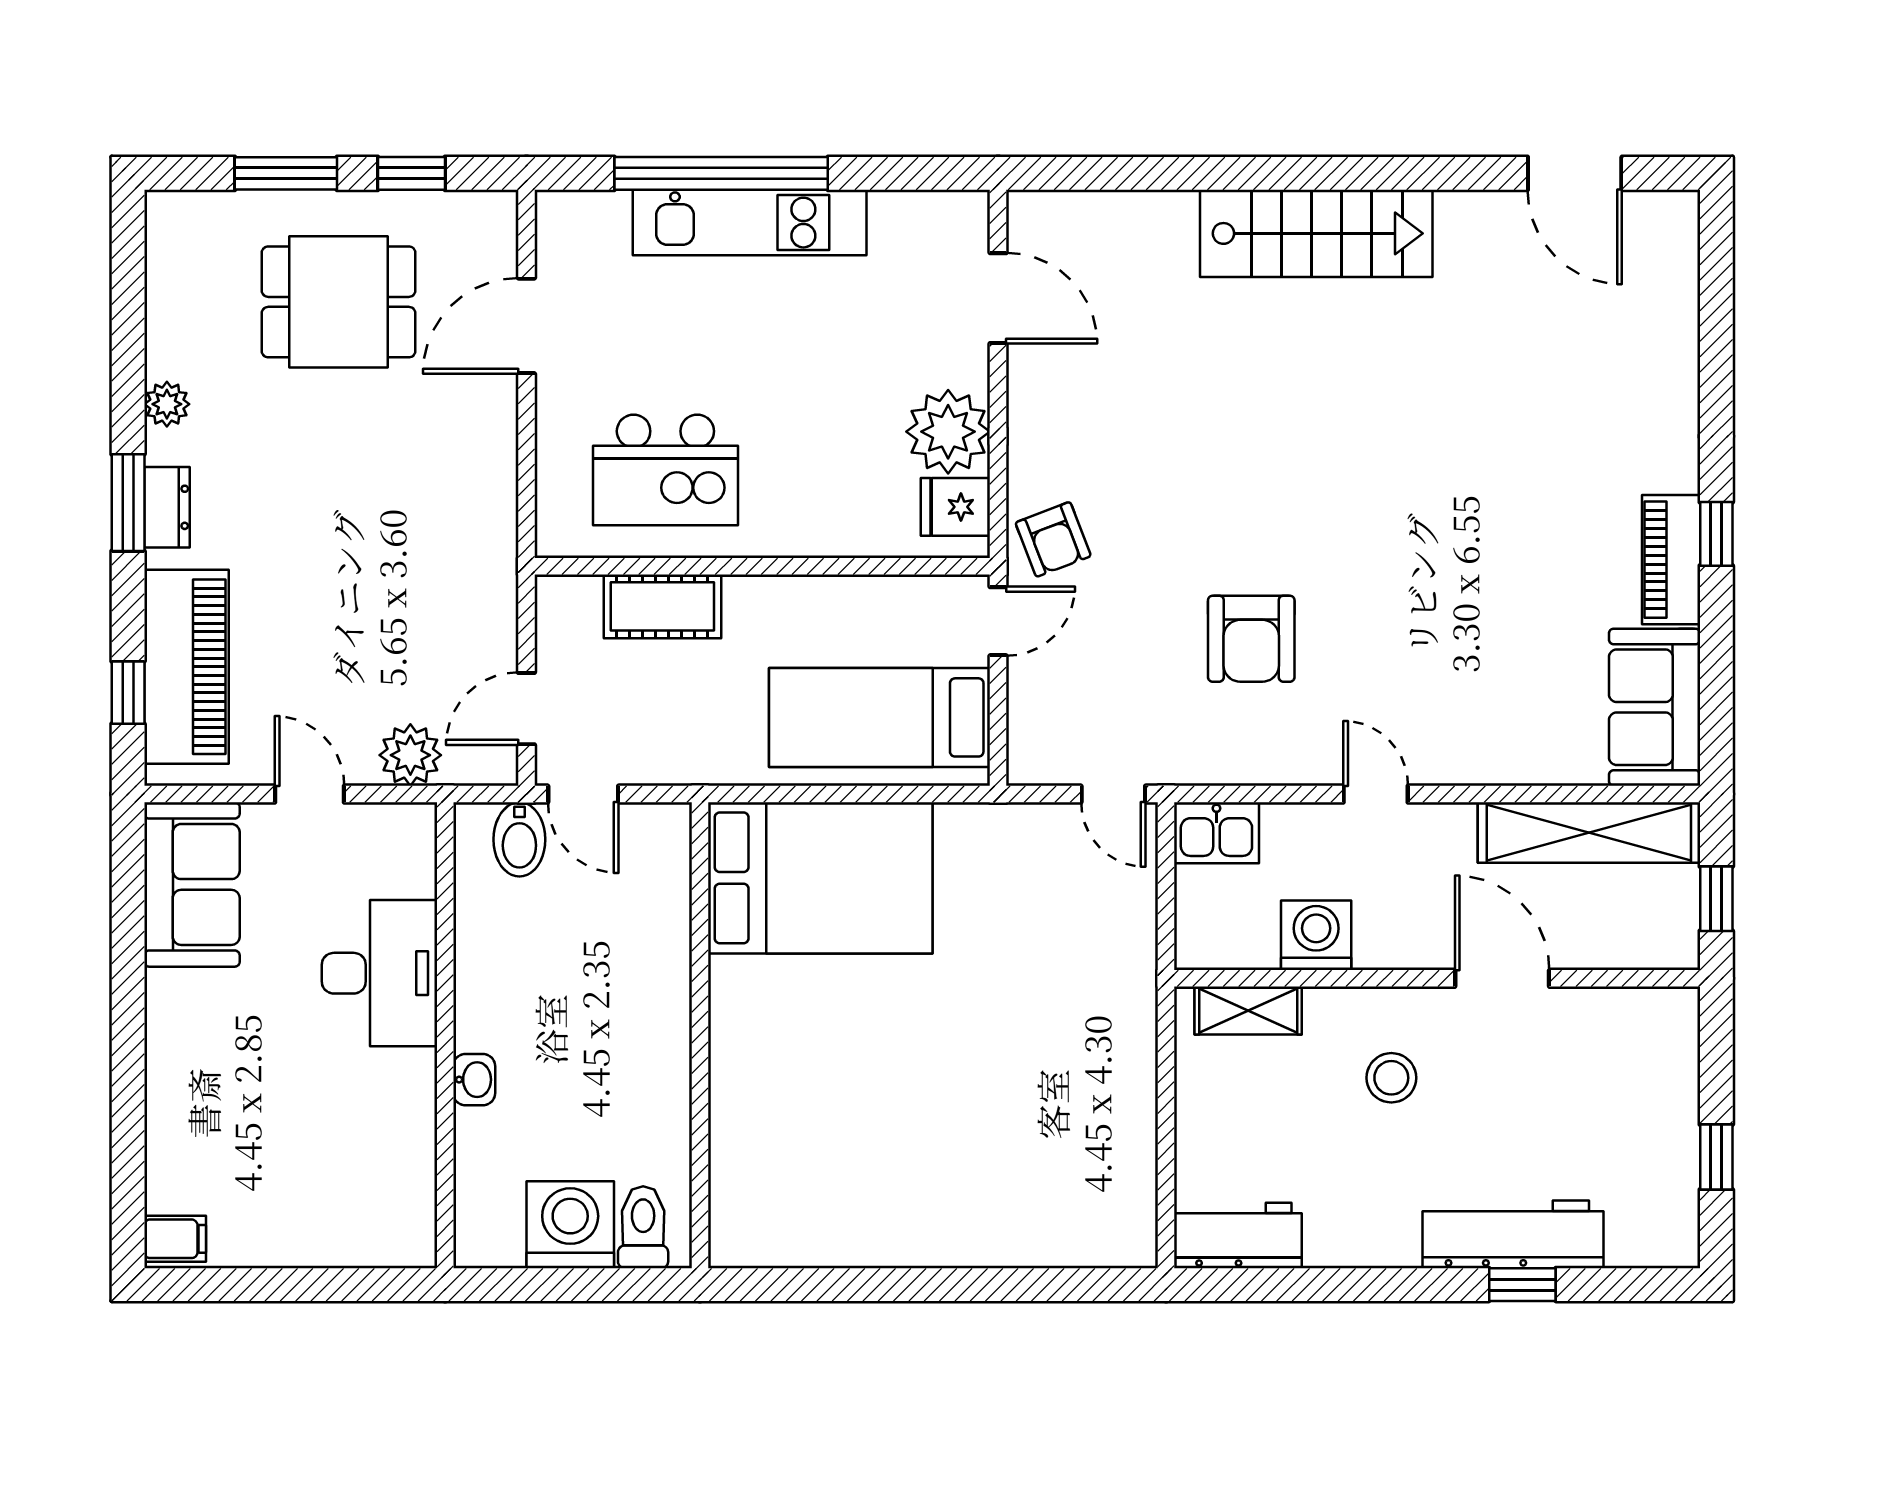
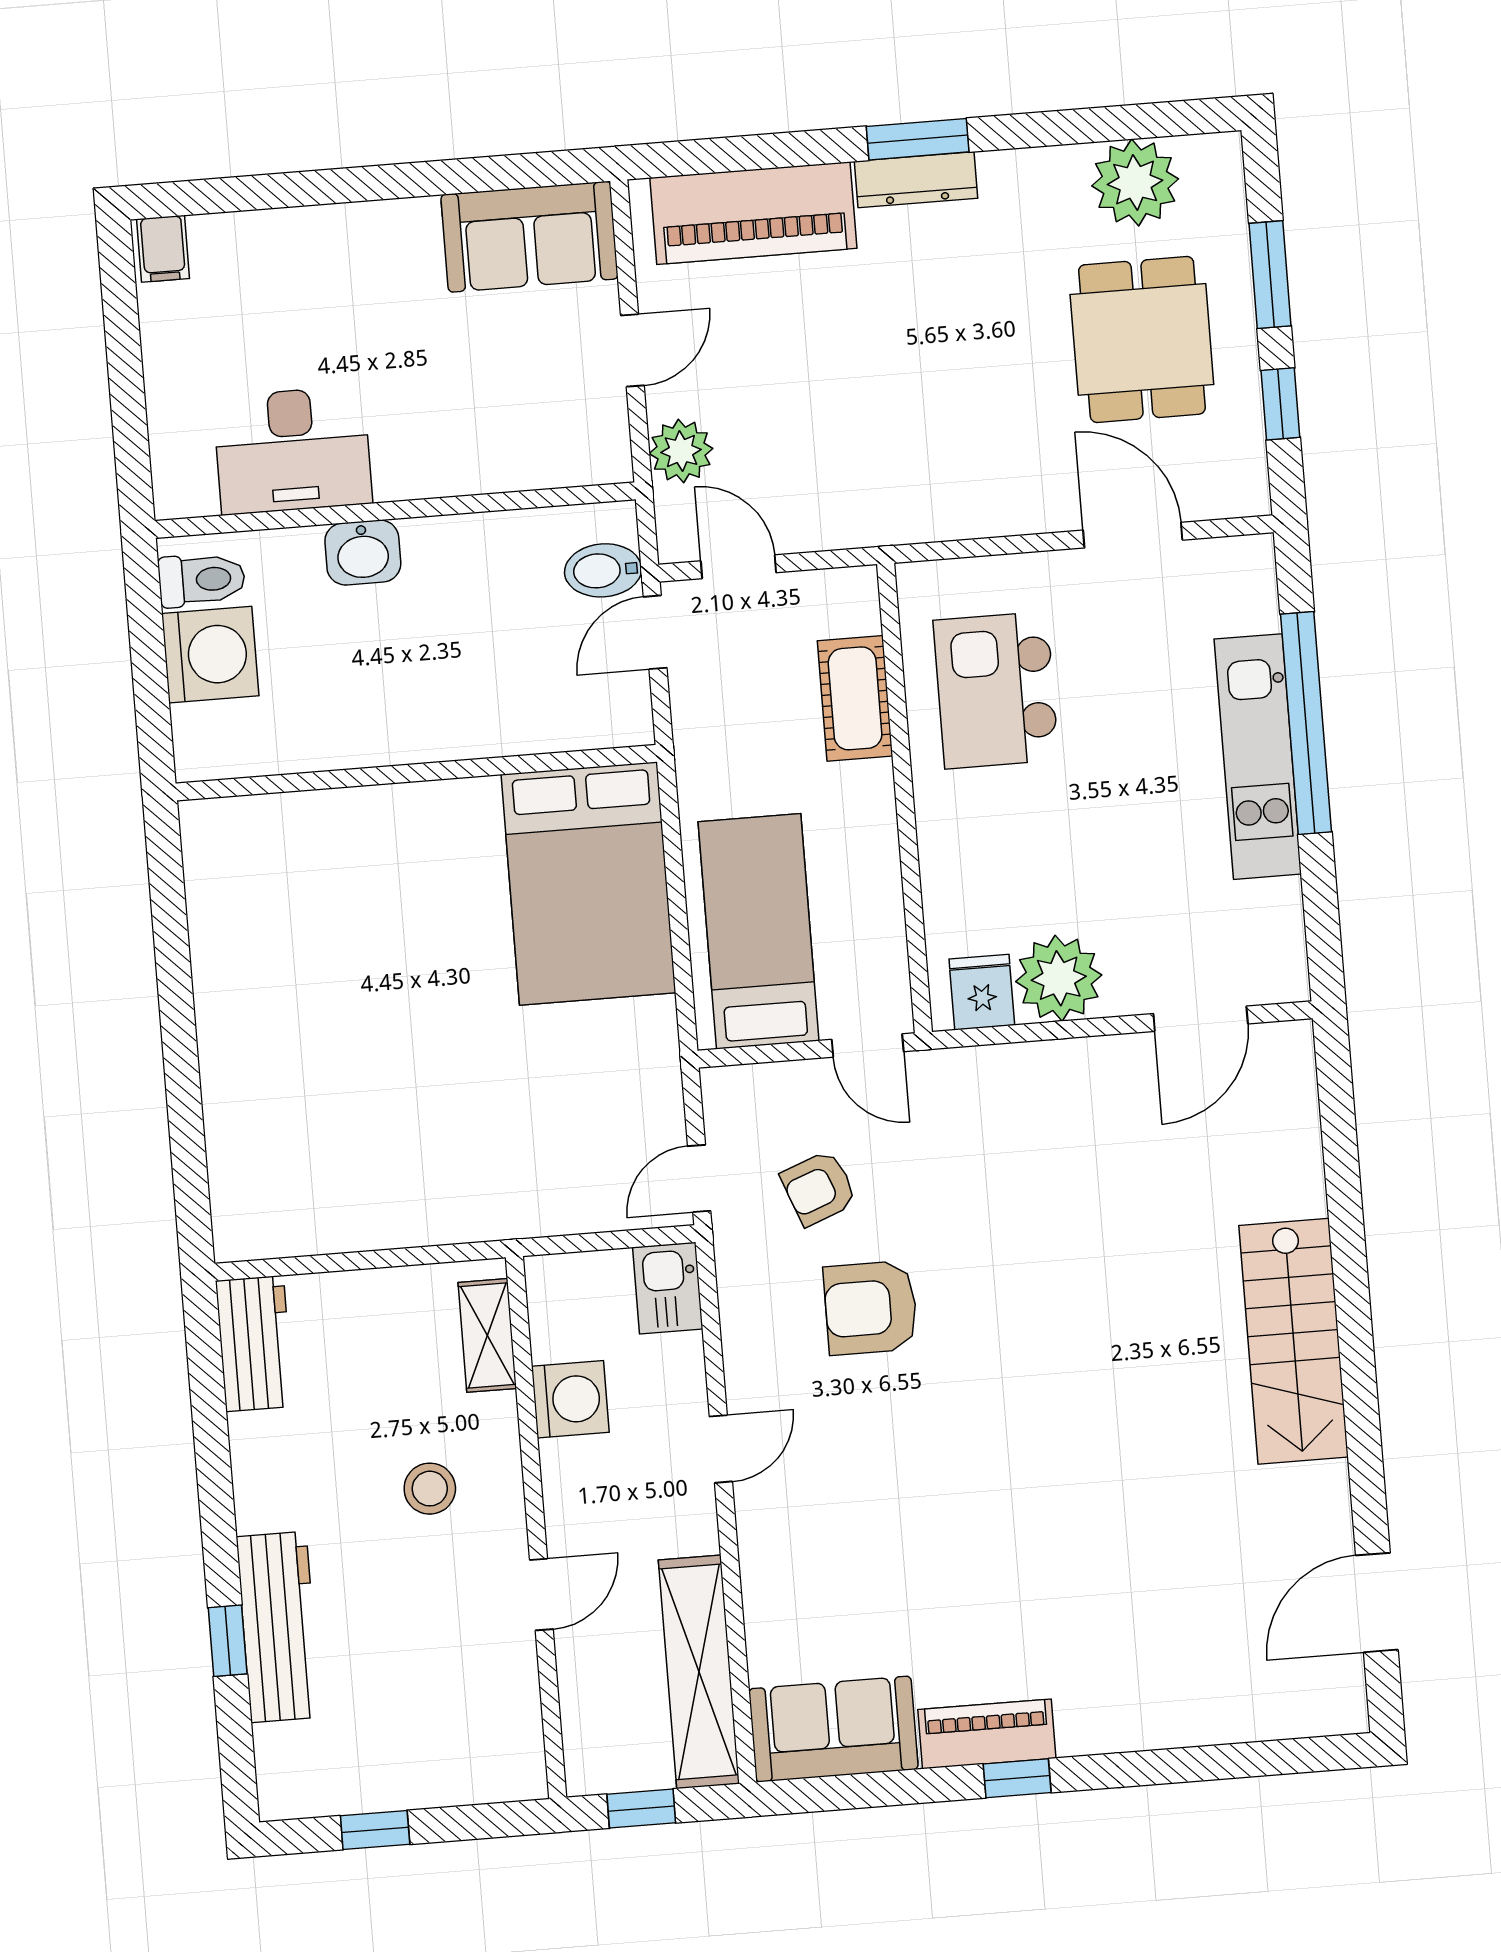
plant: (167, 404) -> (1135, 182), moved, width x1.88, depth x1.88
dresser: (167, 507) -> (916, 180), width x1.44
armchair: (1053, 539) -> (819, 1188), moved
window: (128, 693) -> (722, 155), removed
desk: (379, 973) -> (293, 450), moved
door: (1502, 978) -> (541, 1594), width x0.73
washbasin: (474, 1080) -> (363, 552), width x1.38, depth x1.45
toilet: (643, 1227) -> (202, 580), moved

